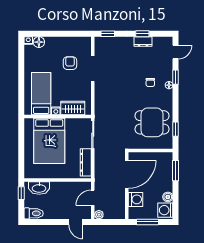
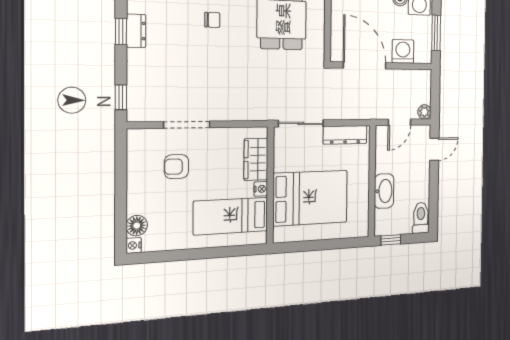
washbasin: (39, 188) -> (384, 191), moved
door: (93, 198) -> (400, 122), hinge flipped

